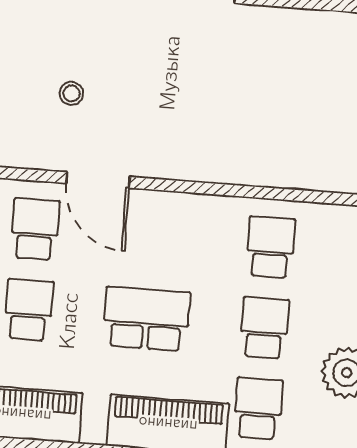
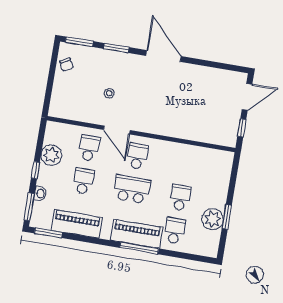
school desk: (271, 247) -> (137, 156), moved

